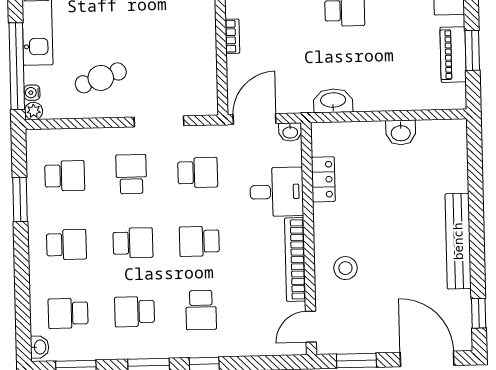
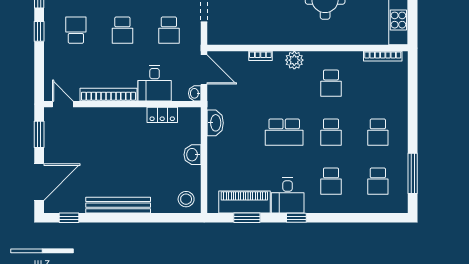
piano: (453, 55) -> (244, 202), width x1.37, depth x1.33
washbasin: (401, 133) -> (193, 155), moved
school desk: (199, 241) -> (122, 30), turned 180
stool: (345, 268) -> (186, 199), moved
school desk: (201, 310) -> (76, 30), turned 90

